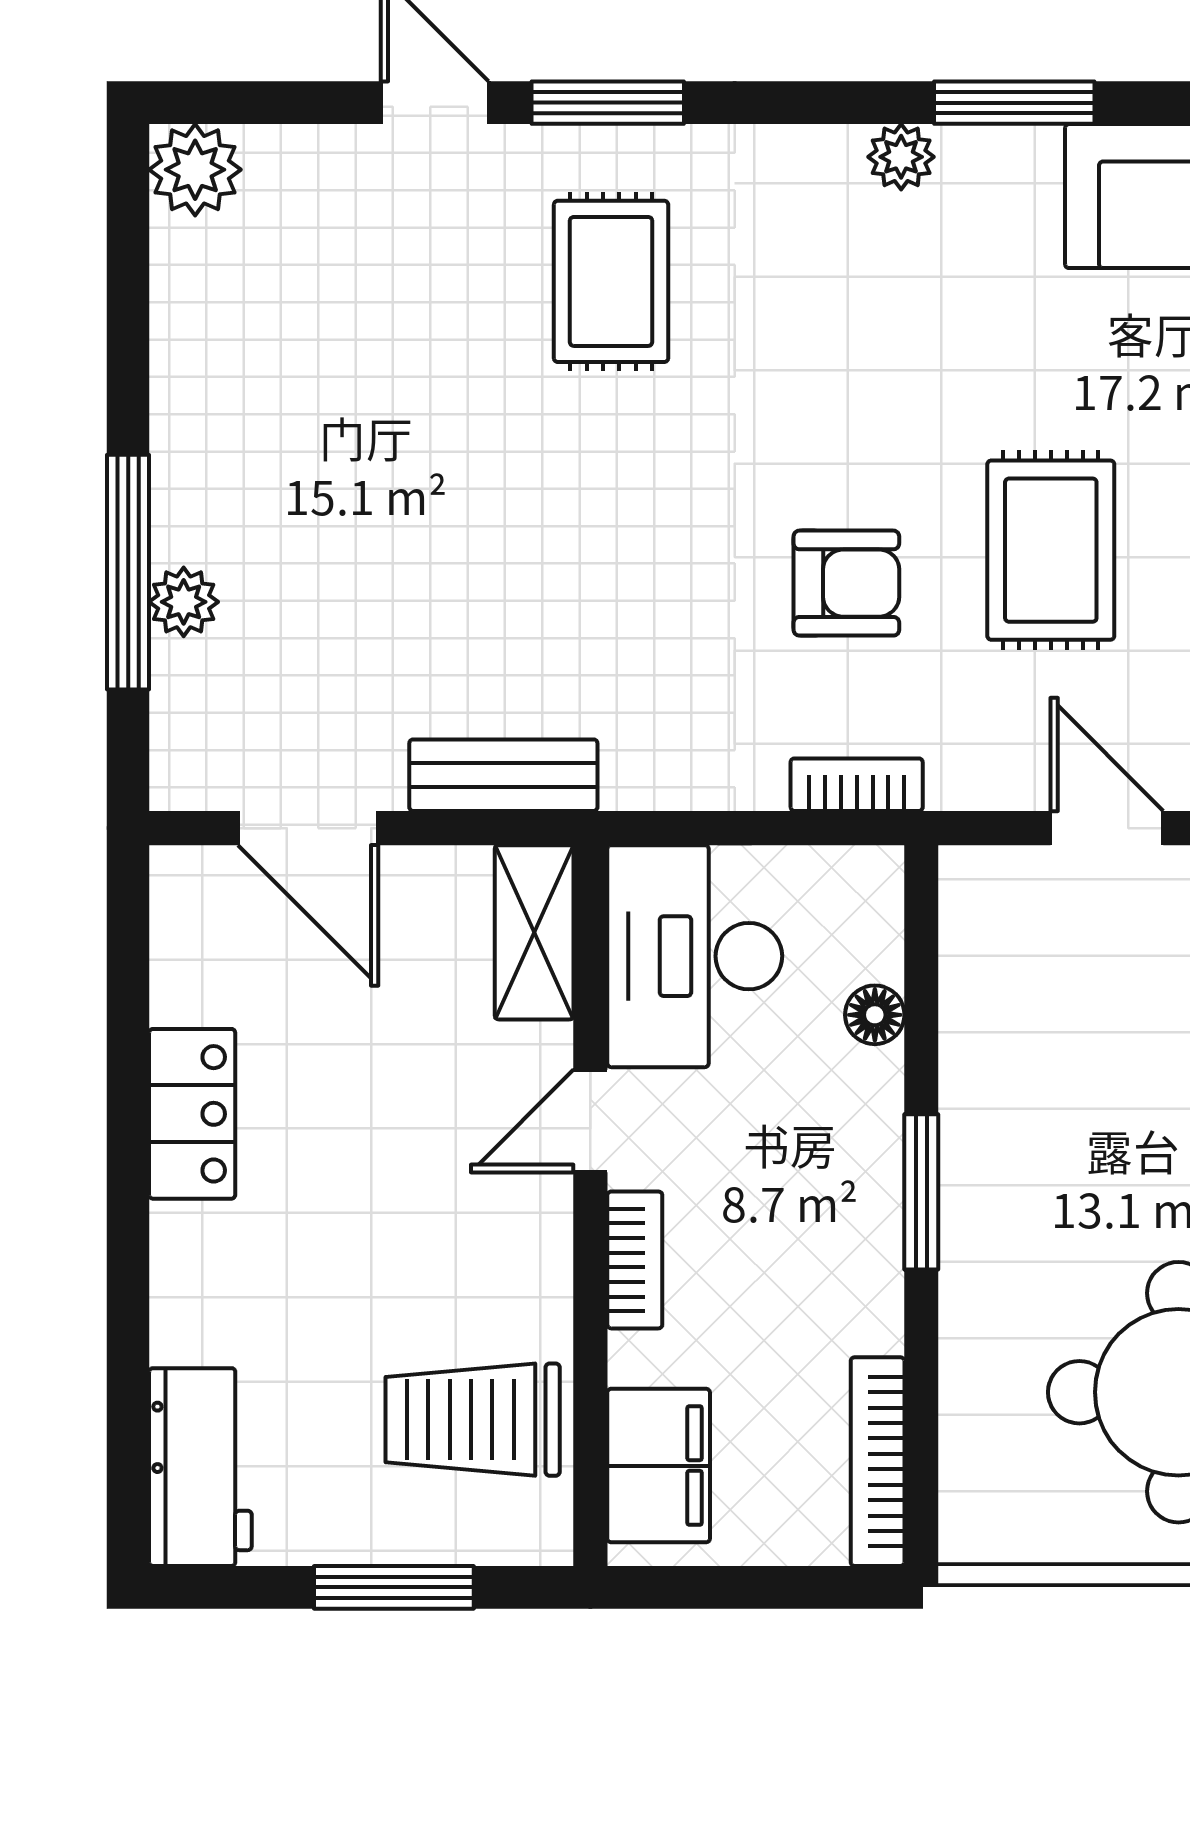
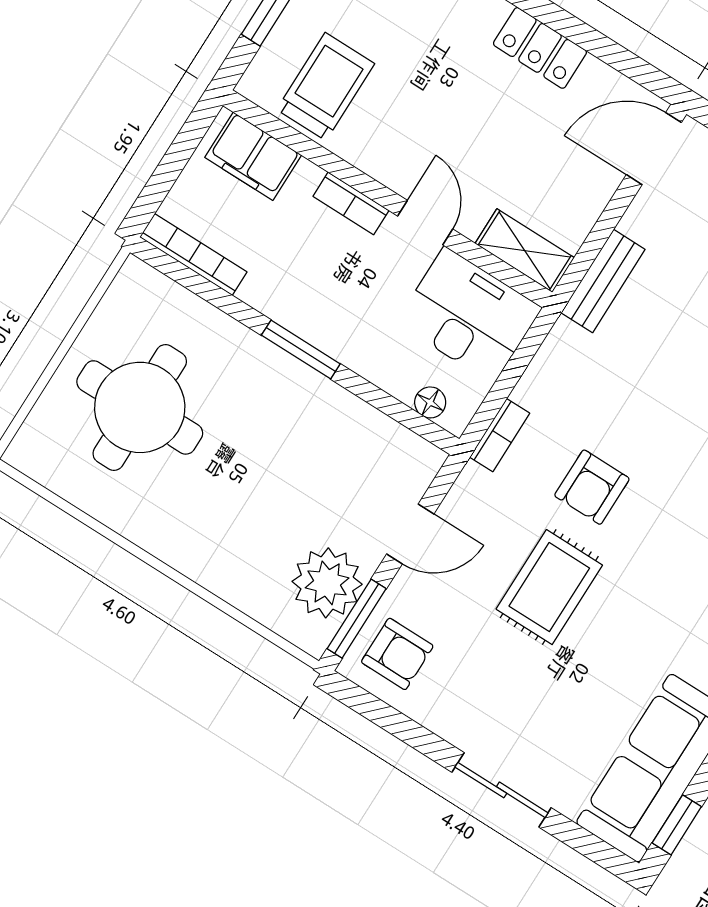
rug: (1051, 550) -> (549, 587), turned 90
door: (308, 828) -> (654, 149), moved
floor lamp: (875, 1015) -> (430, 402), moved

